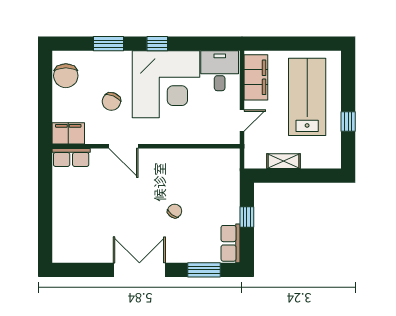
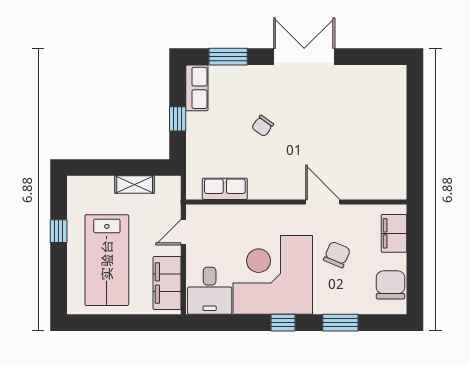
filing cabinet: (68, 133) -> (394, 233), moved, turned 90
row of seats: (71, 157) -> (225, 189), moved
double door: (139, 270) -> (304, 57), swing flipped

